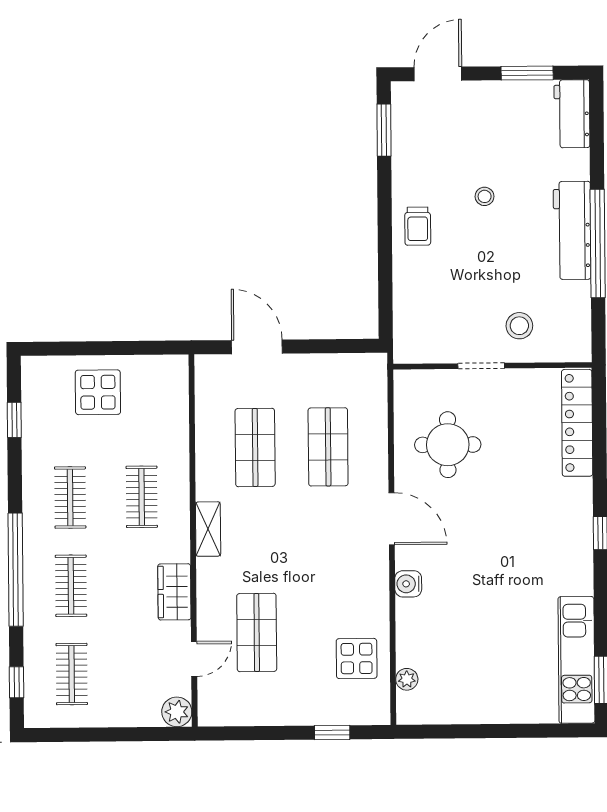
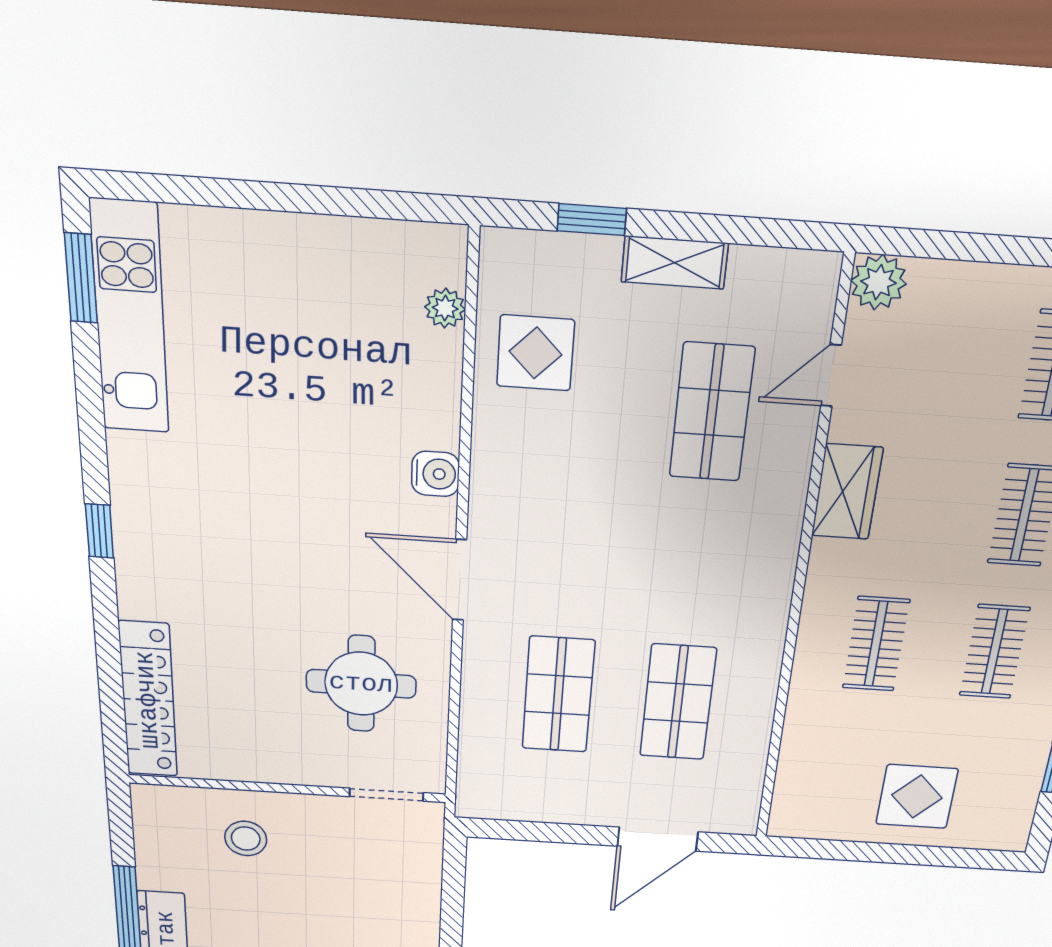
door: (257, 347) -> (658, 839), hinge flipped
doorway: (481, 366) -> (386, 795), moved
shelving: (208, 529) -> (675, 263), moved, turned 90

